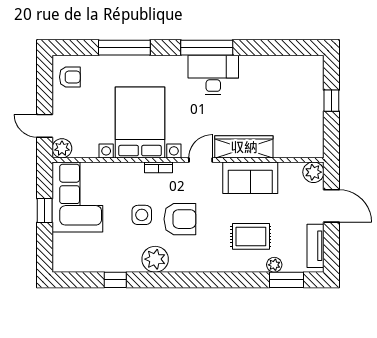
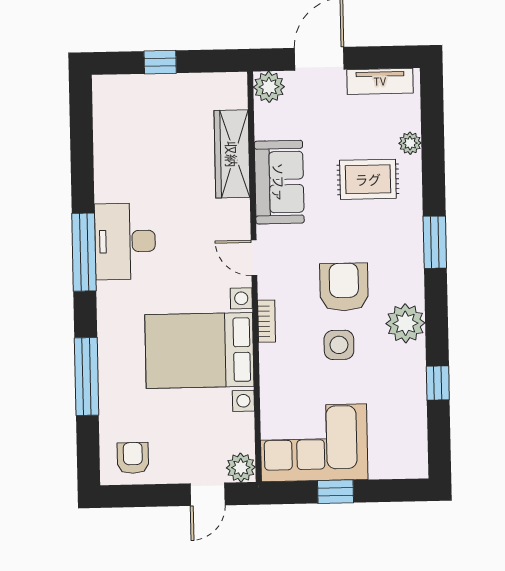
wardrobe: (244, 147) -> (232, 154), moved
rug: (251, 236) -> (368, 179), turned 90
window: (287, 280) -> (435, 242), moved

